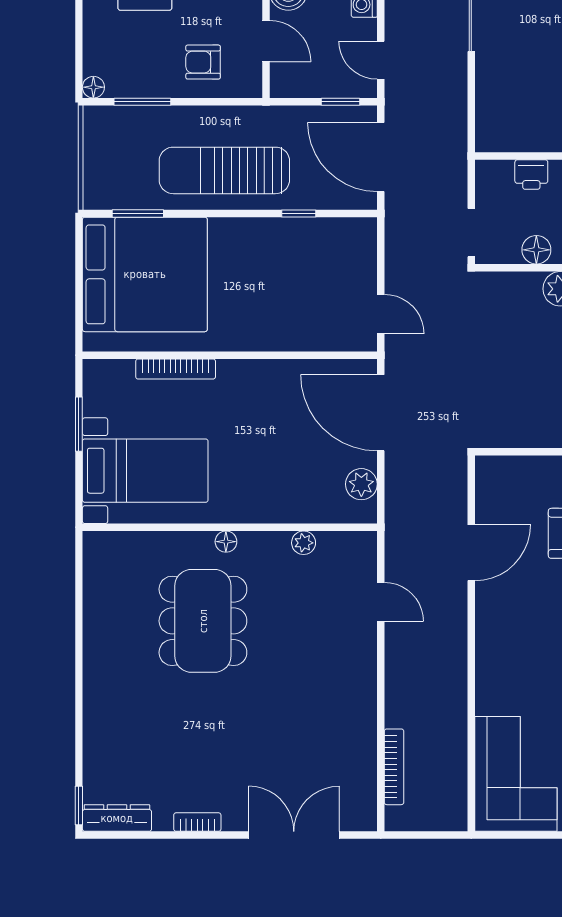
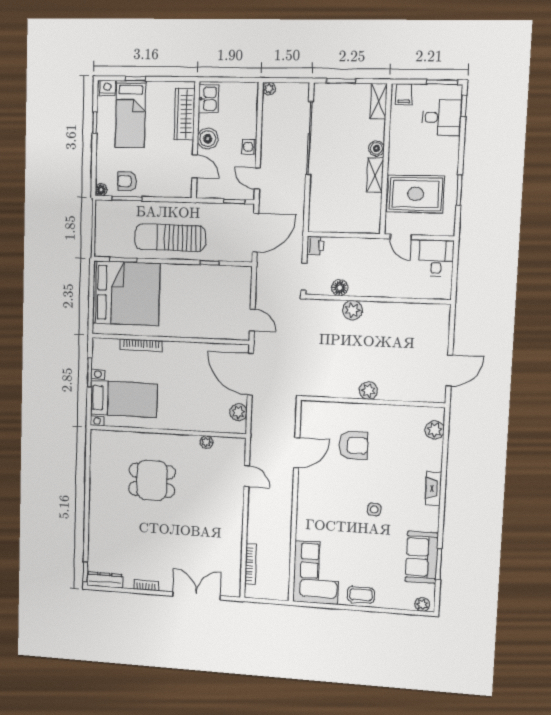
armchair: (203, 62) -> (127, 181), moved
door: (381, 157) -> (255, 233), swing flipped
printer: (531, 175) -> (315, 245), moved, turned -90
floor lamp: (226, 542) -> (165, 439), removed
dining table: (203, 621) -> (152, 480), width x0.73

